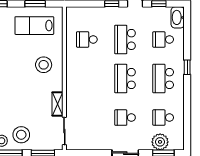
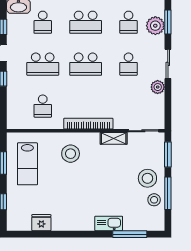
bookcase: (71, 81) -> (88, 124), added
plant: (104, 144) -> (158, 87), added

